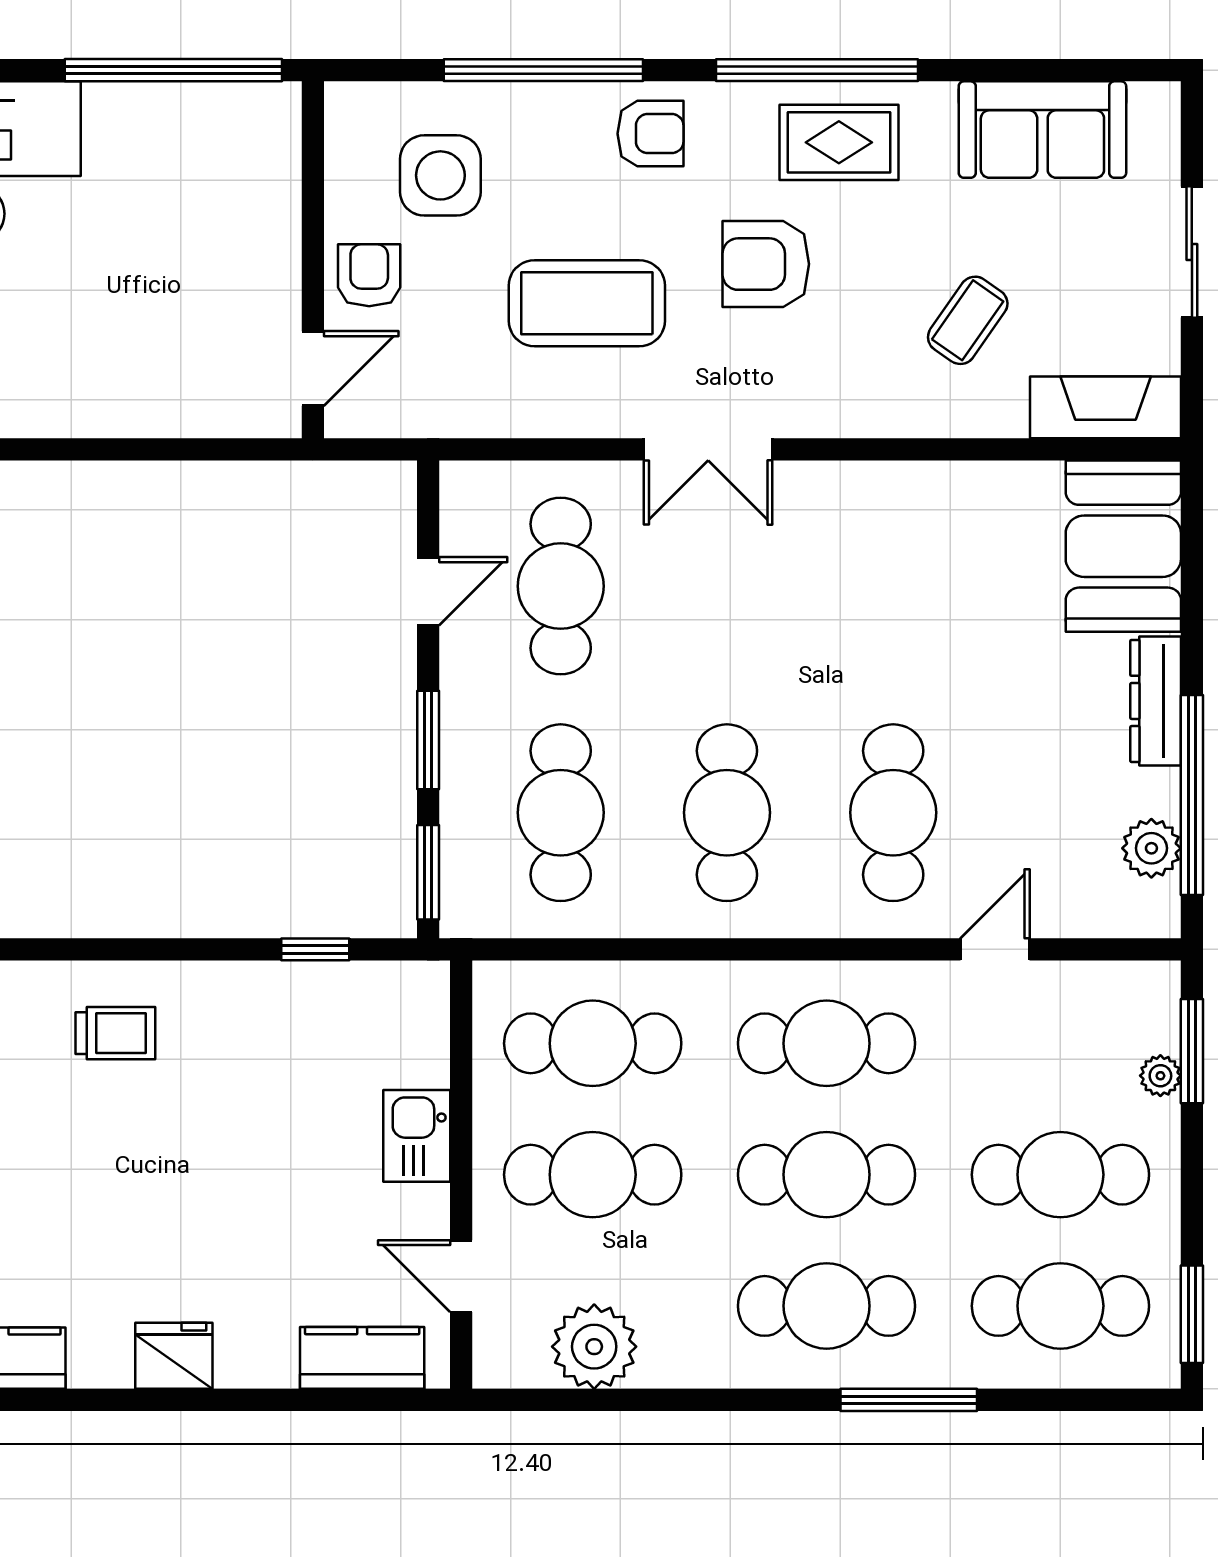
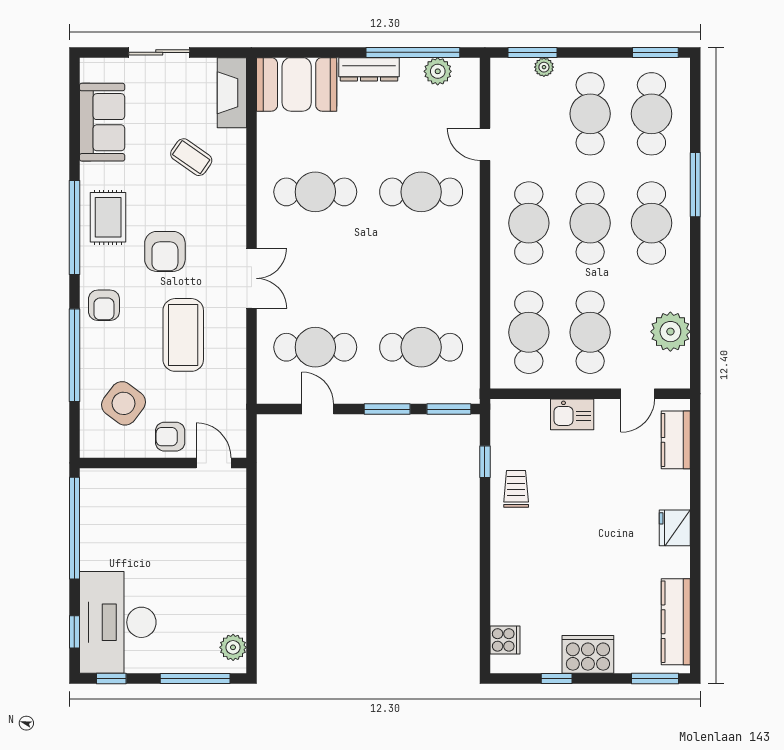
armchair: (650, 134) -> (104, 305), turned 180
side table: (440, 175) -> (124, 403), turned 37
cafe table: (727, 813) -> (315, 192), moved
trolley: (115, 1033) -> (516, 489), moved

